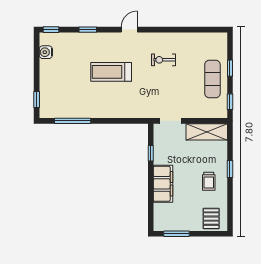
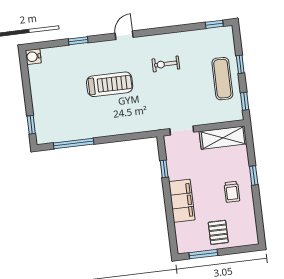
window: (51, 30) -> (214, 24), moved
water cooler: (46, 52) -> (33, 57), moved
treadmill: (111, 72) -> (110, 84), turned 180
pallet: (211, 219) -> (218, 232), moved

